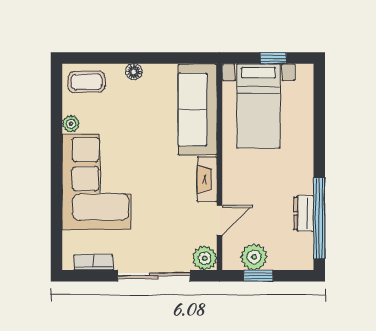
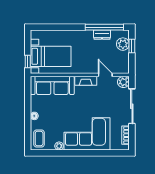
window: (273, 58) -> (28, 61), moved
plant: (254, 257) -> (123, 44), moved
window: (258, 276) -> (132, 46), moved

